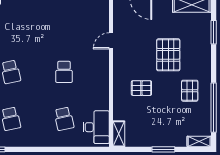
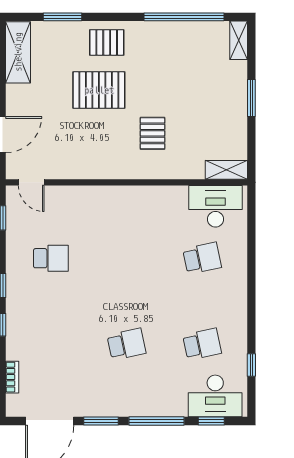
door: (111, 41) -> (31, 182), moved
school desk: (64, 72) -> (51, 258), moved
pallet: (190, 91) -> (107, 42), moved

